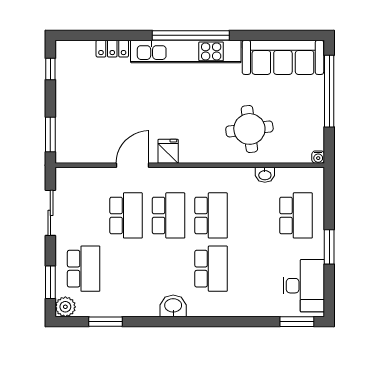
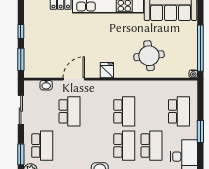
window: (50, 69) -> (21, 32), moved
window: (329, 91) -> (200, 48), moved
fridge: (168, 151) -> (107, 70), moved
washbasin: (265, 175) -> (46, 85), moved
school desk: (169, 215) -> (152, 146), moved

